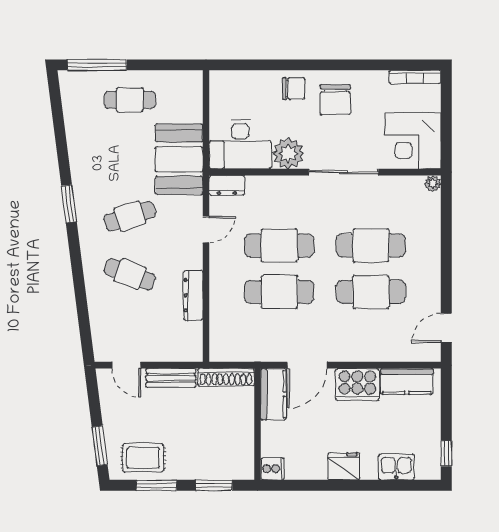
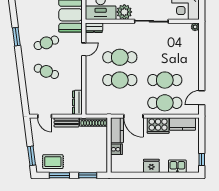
cafe table: (371, 245) -> (165, 103), moved
dresser: (193, 295) -> (77, 102), moved
door: (307, 365) -> (133, 116), hinge flipped
cooker: (272, 469) -> (116, 149), moved

